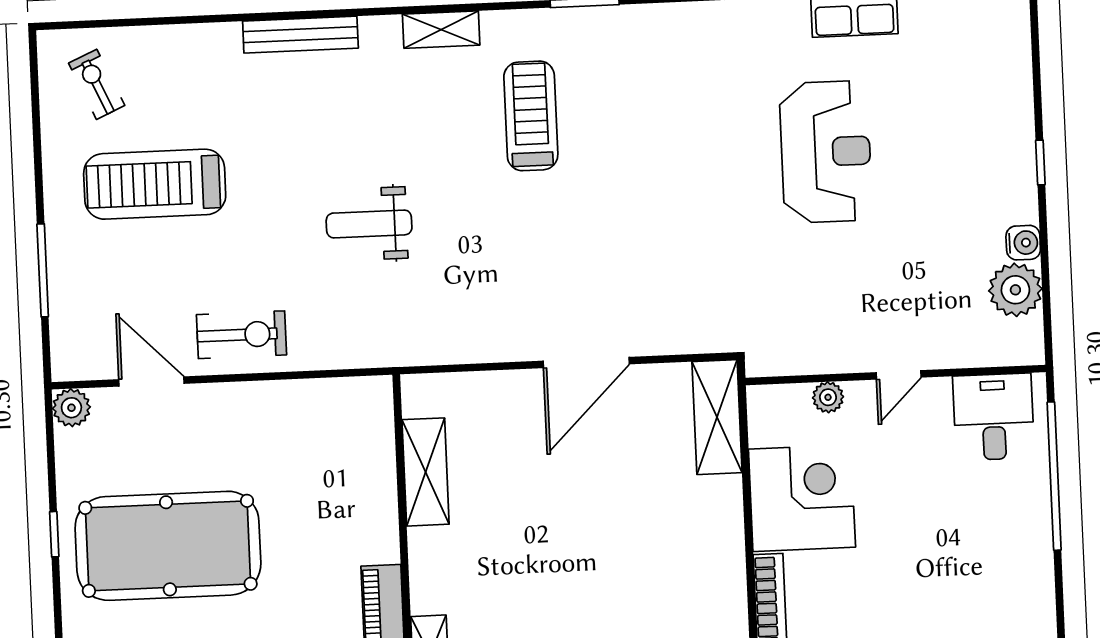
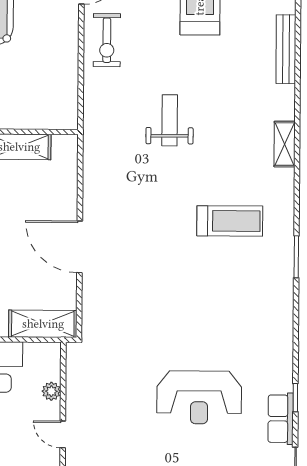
shelving: (441, 30) -> (285, 144), moved
bench: (300, 35) -> (286, 49), moved

